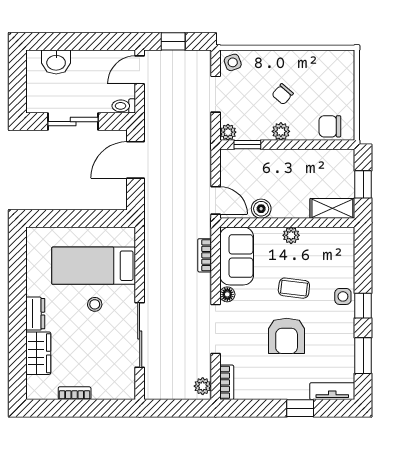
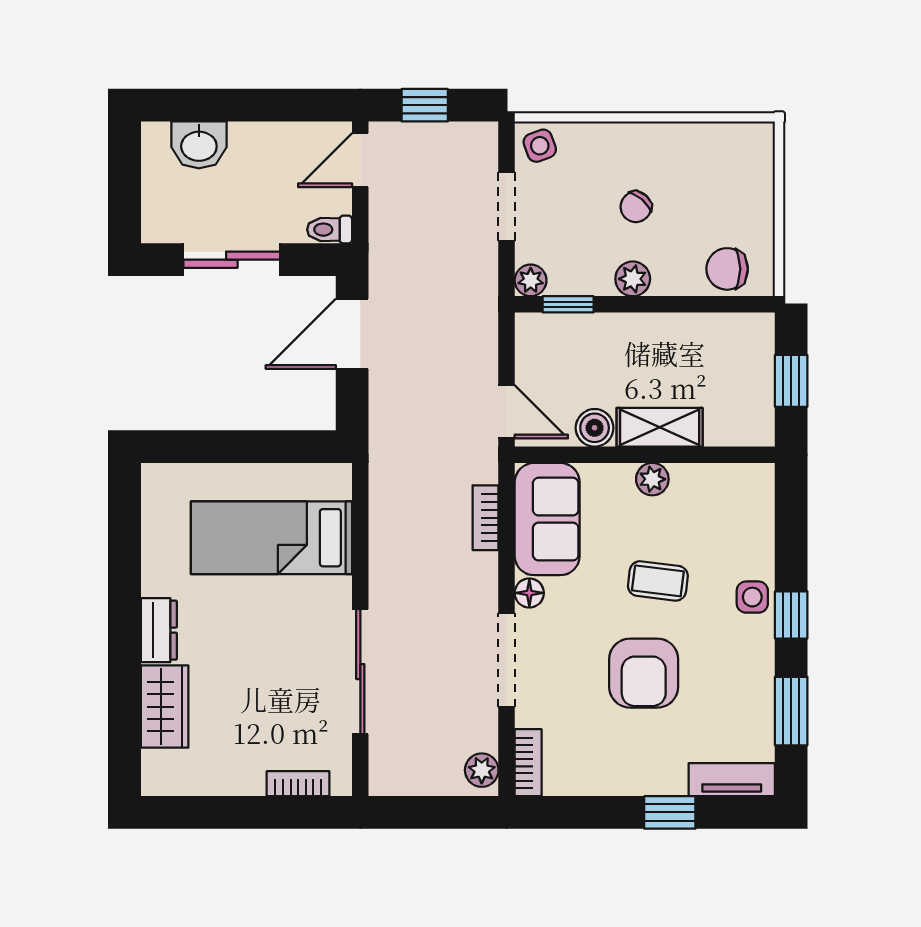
shelving: (332, 208) -> (660, 427), moved
stool: (95, 304) -> (274, 612), removed
bookcase: (75, 393) -> (298, 784), moved

